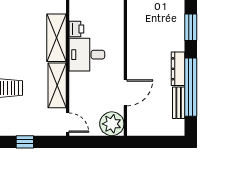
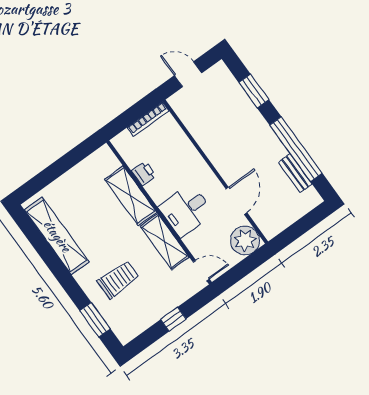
desk: (87, 55) -> (186, 210), moved
dresser: (178, 69) -> (271, 140), removed

